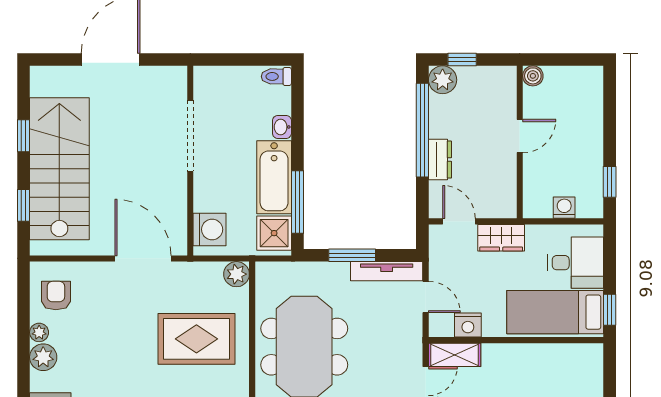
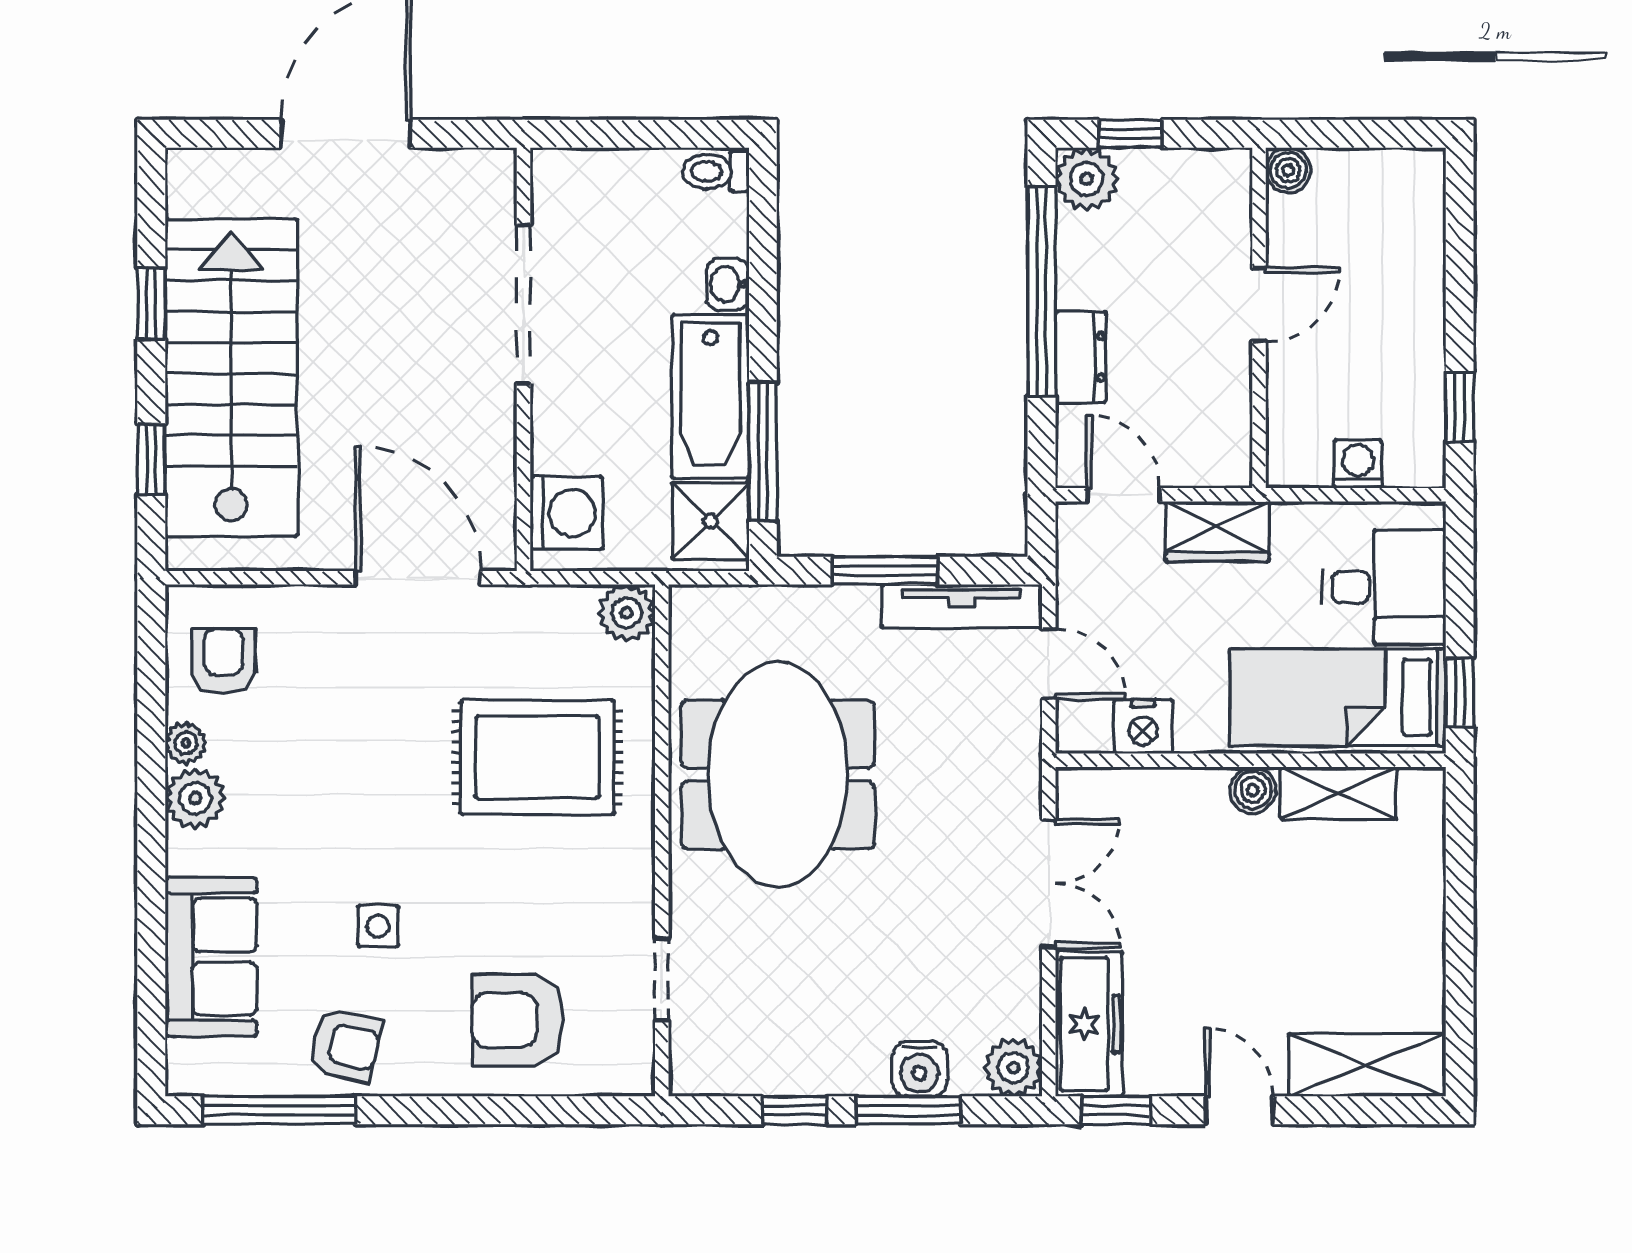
boiler: (517, 354) -> (1253, 790), added
shelving: (455, 355) -> (1338, 793), moved

